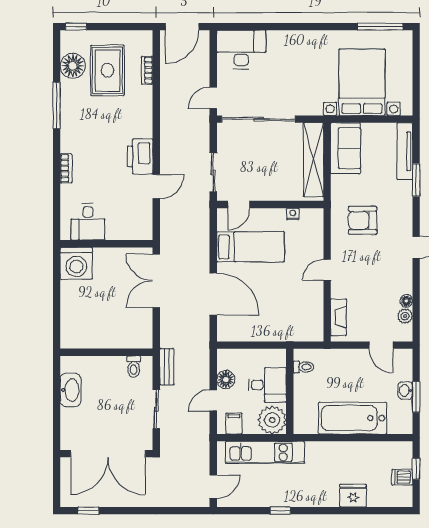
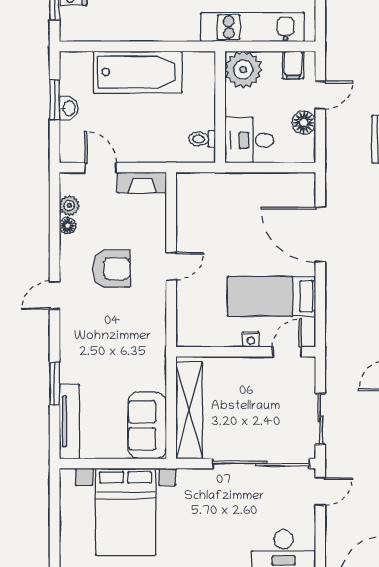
sliding door: (213, 172) -> (320, 419), moved
nightstand: (293, 214) -> (251, 339), moved
armchair: (363, 220) -> (112, 269), moved
fireplace: (339, 317) -> (142, 183), moved, turned -90
desk: (268, 385) -> (249, 140), moved

